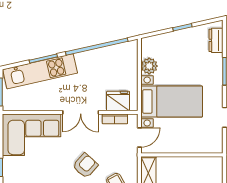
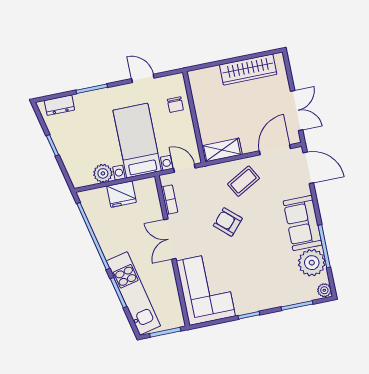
fridge: (118, 101) -> (122, 194), moved, turned -90
double door: (81, 112) -> (170, 239), swing flipped
chair: (196, 141) -> (175, 105), added

